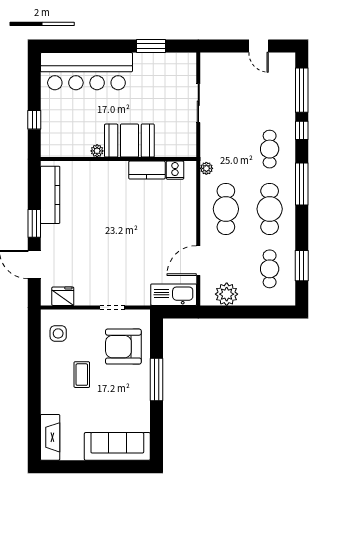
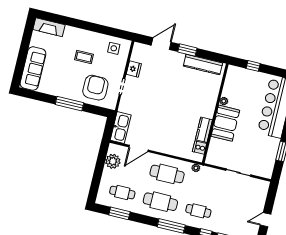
door: (198, 261) -> (139, 148), swing flipped
fridge: (63, 296) -> (134, 69), moved

